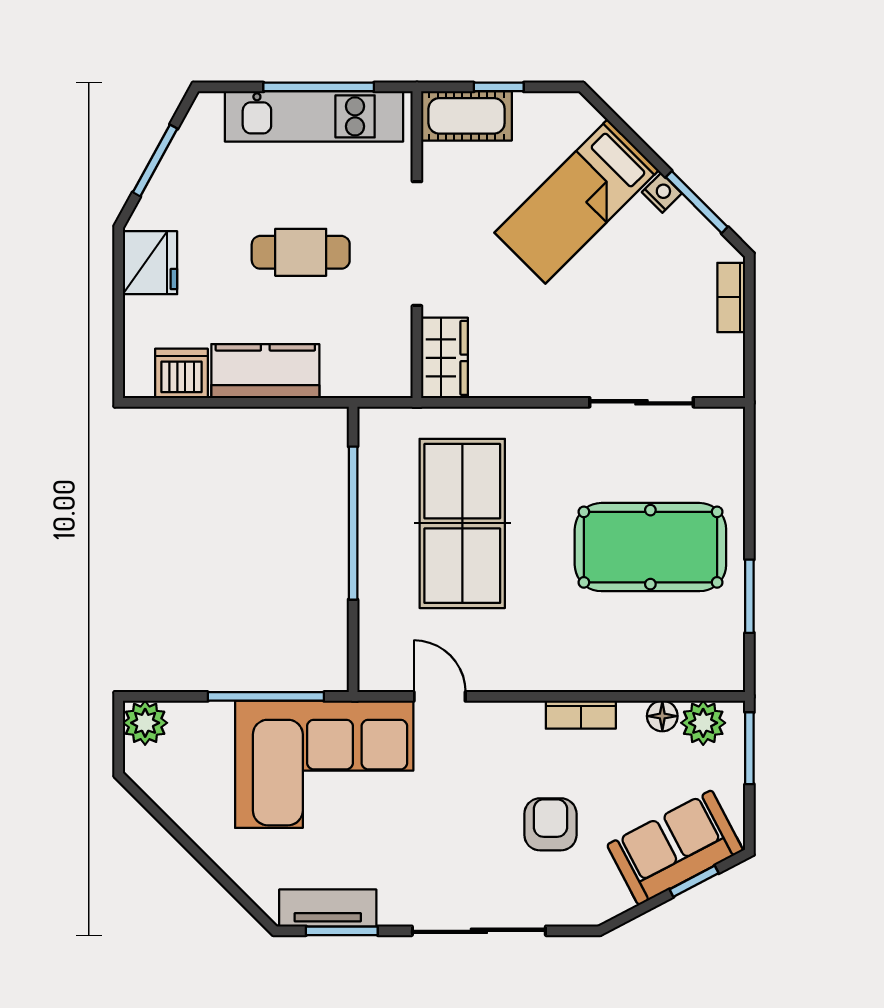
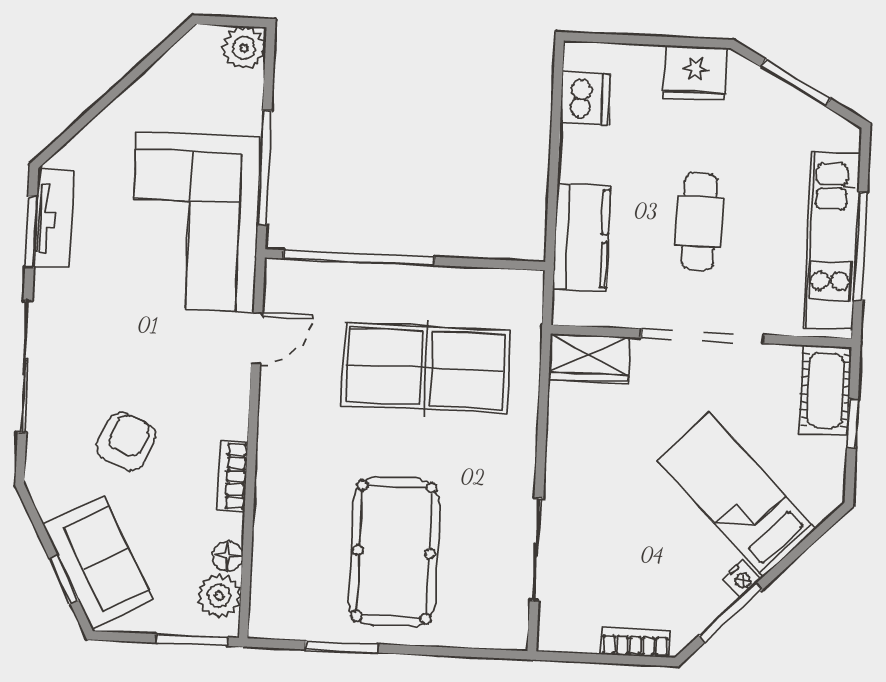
kitchen counter: (265, 371) -> (581, 237), moved
window: (353, 523) -> (359, 258), moved
armchair: (550, 824) -> (126, 441), turned -66

